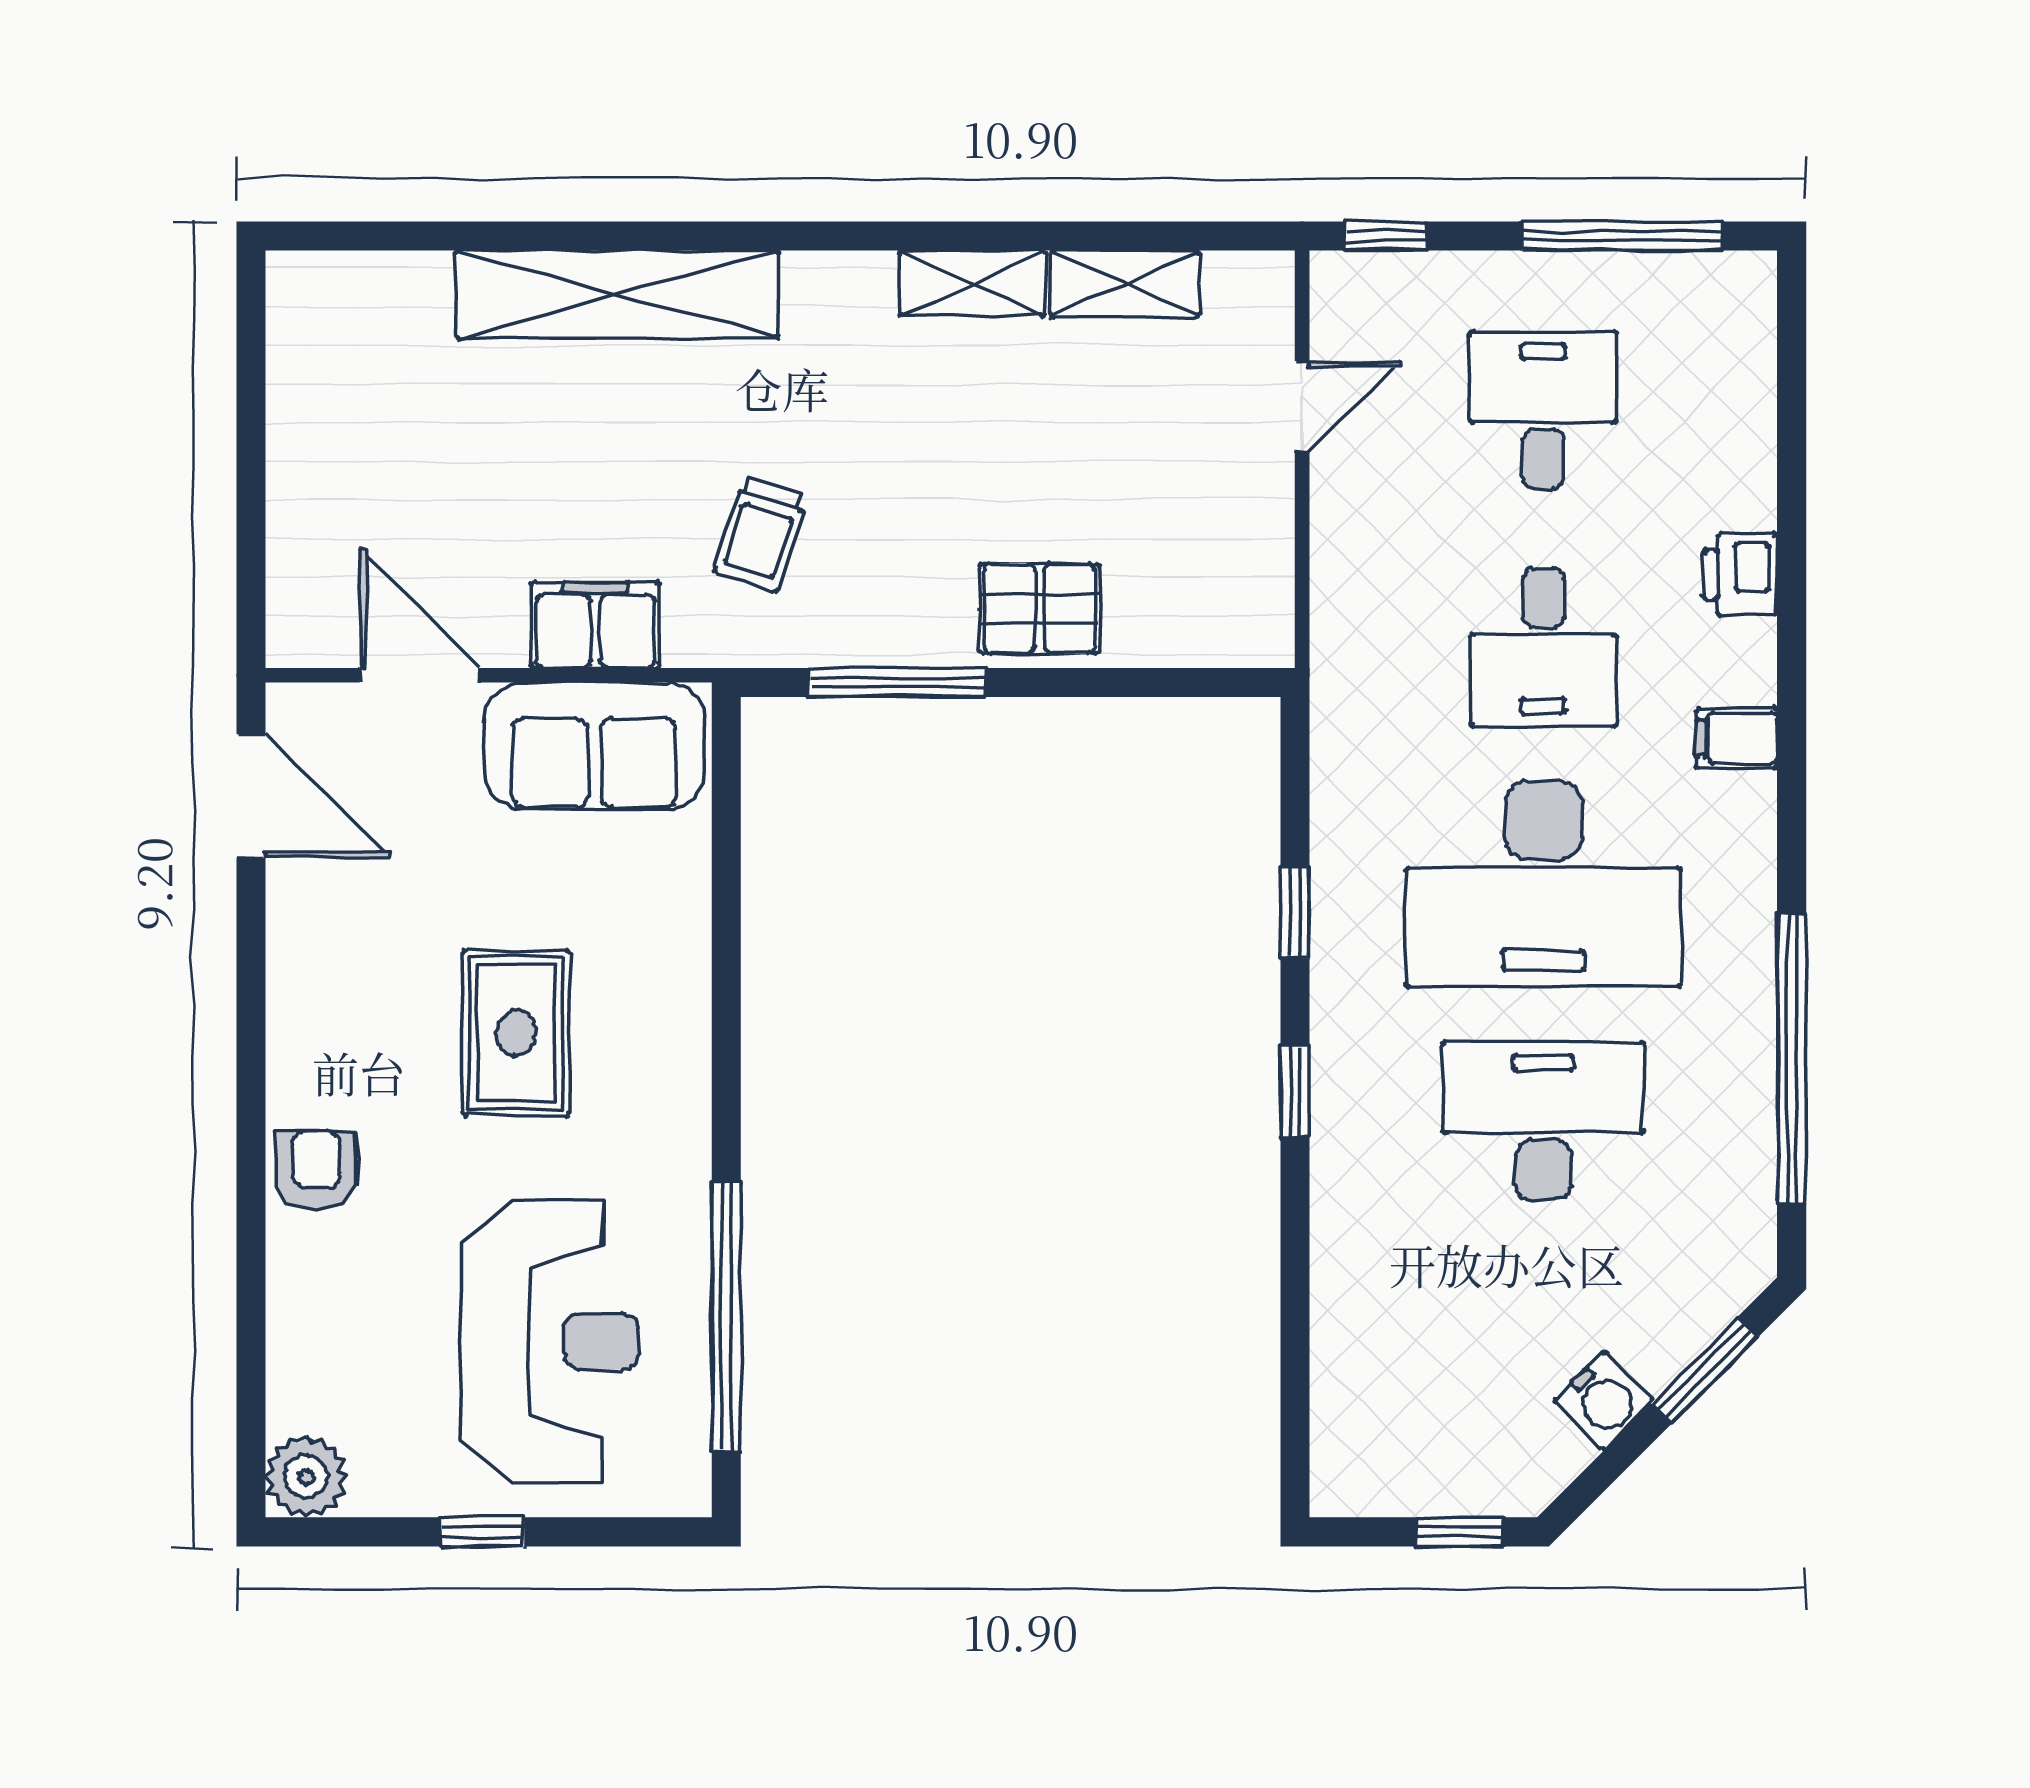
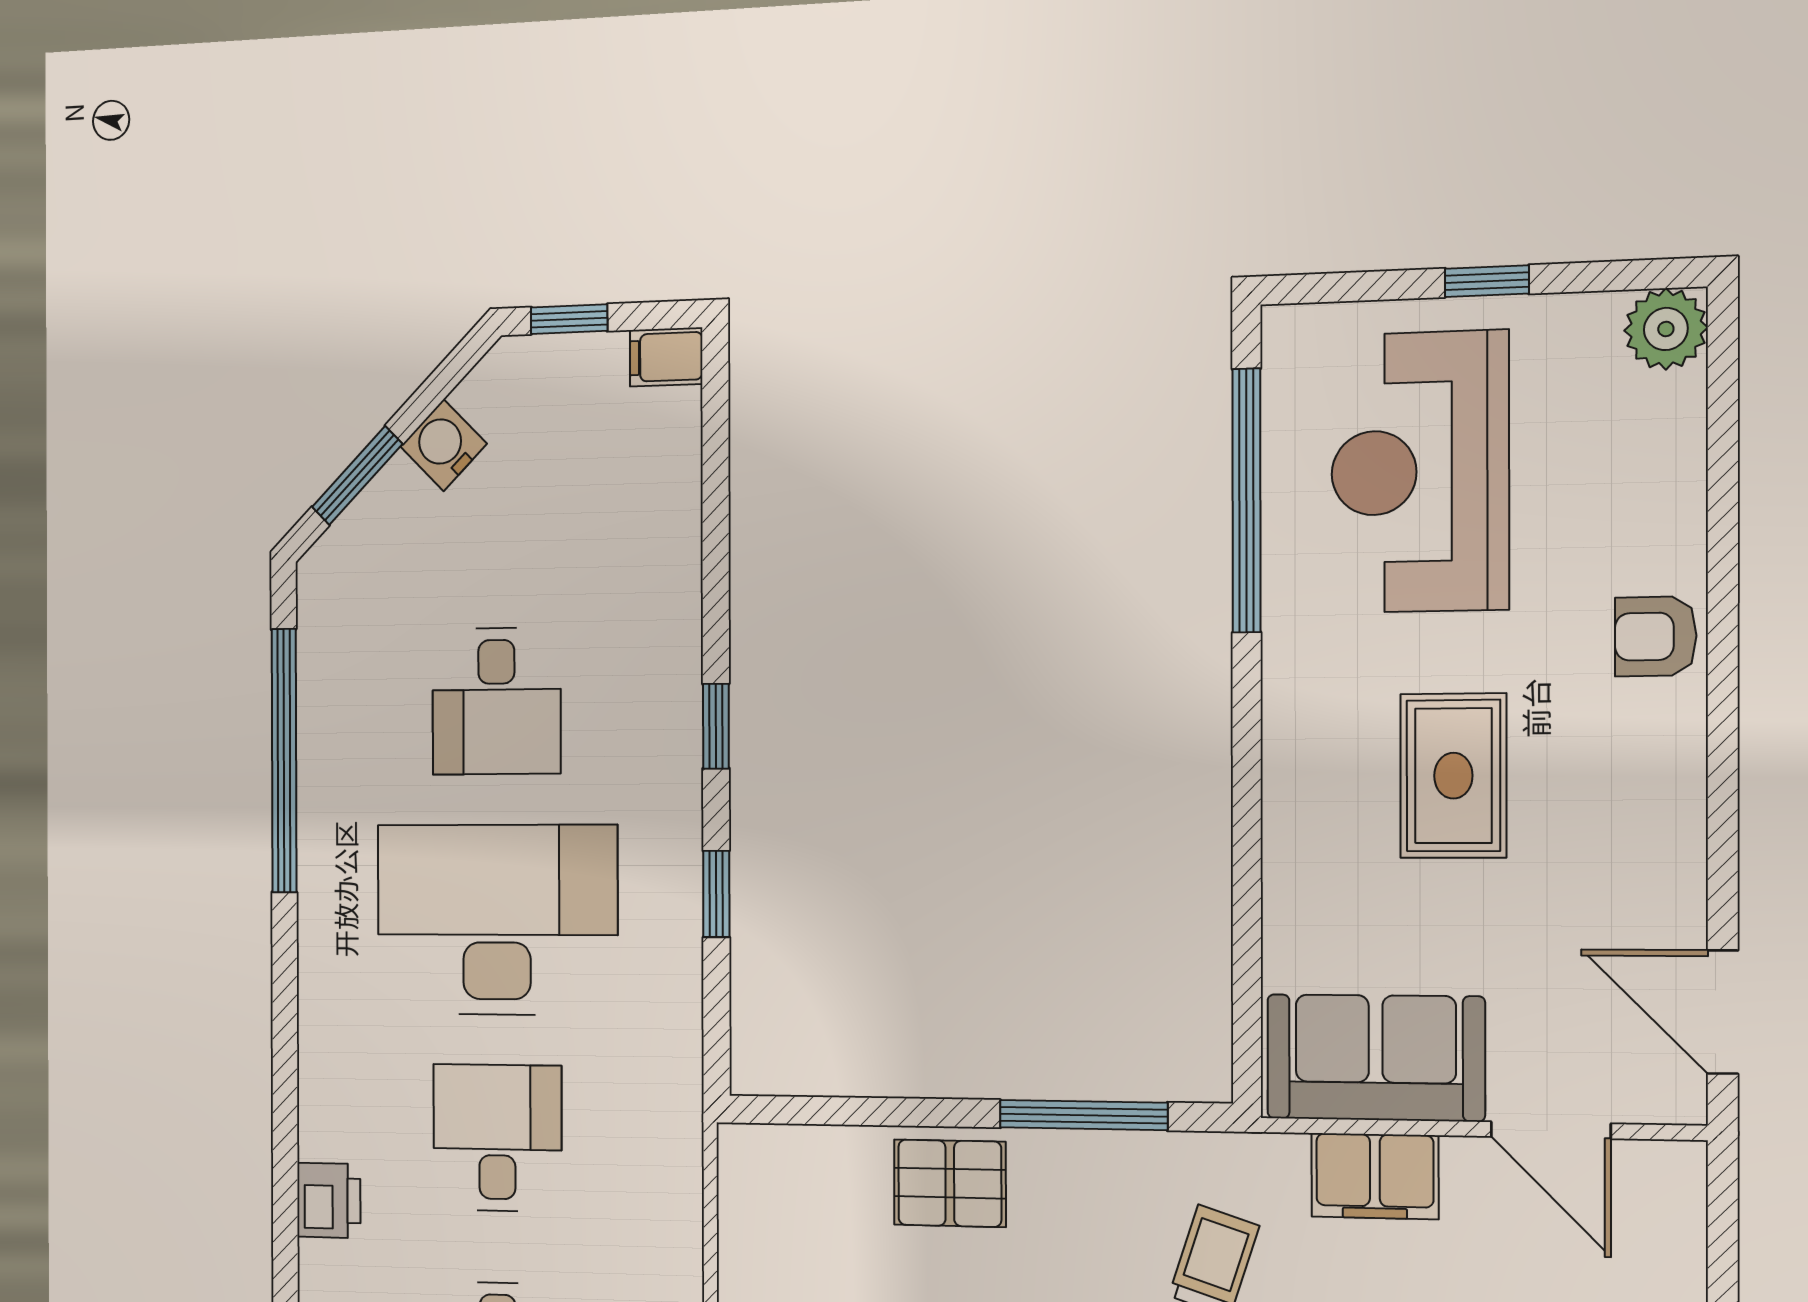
filing cabinet: (1737, 738) -> (666, 357), moved, turned 180
desk: (1543, 1121) -> (496, 701), width x0.73
armchair: (316, 1170) -> (1656, 636), turned 90

